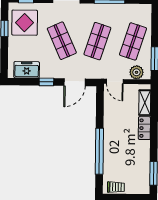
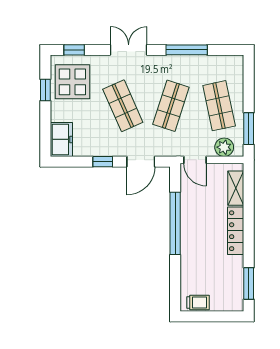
shop shelf: (133, 41) -> (219, 106), turned -30
freezer: (27, 70) -> (61, 139), moved, turned 90
locker: (144, 128) -> (236, 231), width x1.53
window: (99, 151) -> (175, 223), moved

